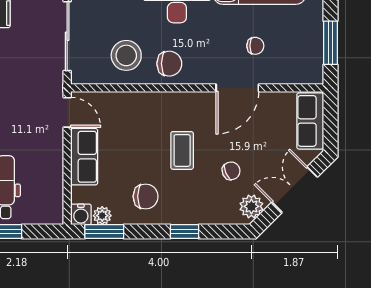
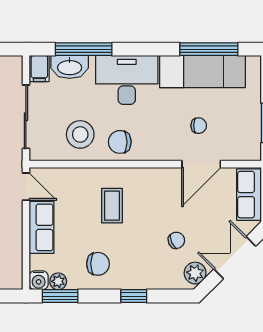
chair: (169, 64) -> (120, 142), turned 180
door: (237, 88) -> (201, 164), moved
coffee table: (182, 150) -> (112, 206), moved

